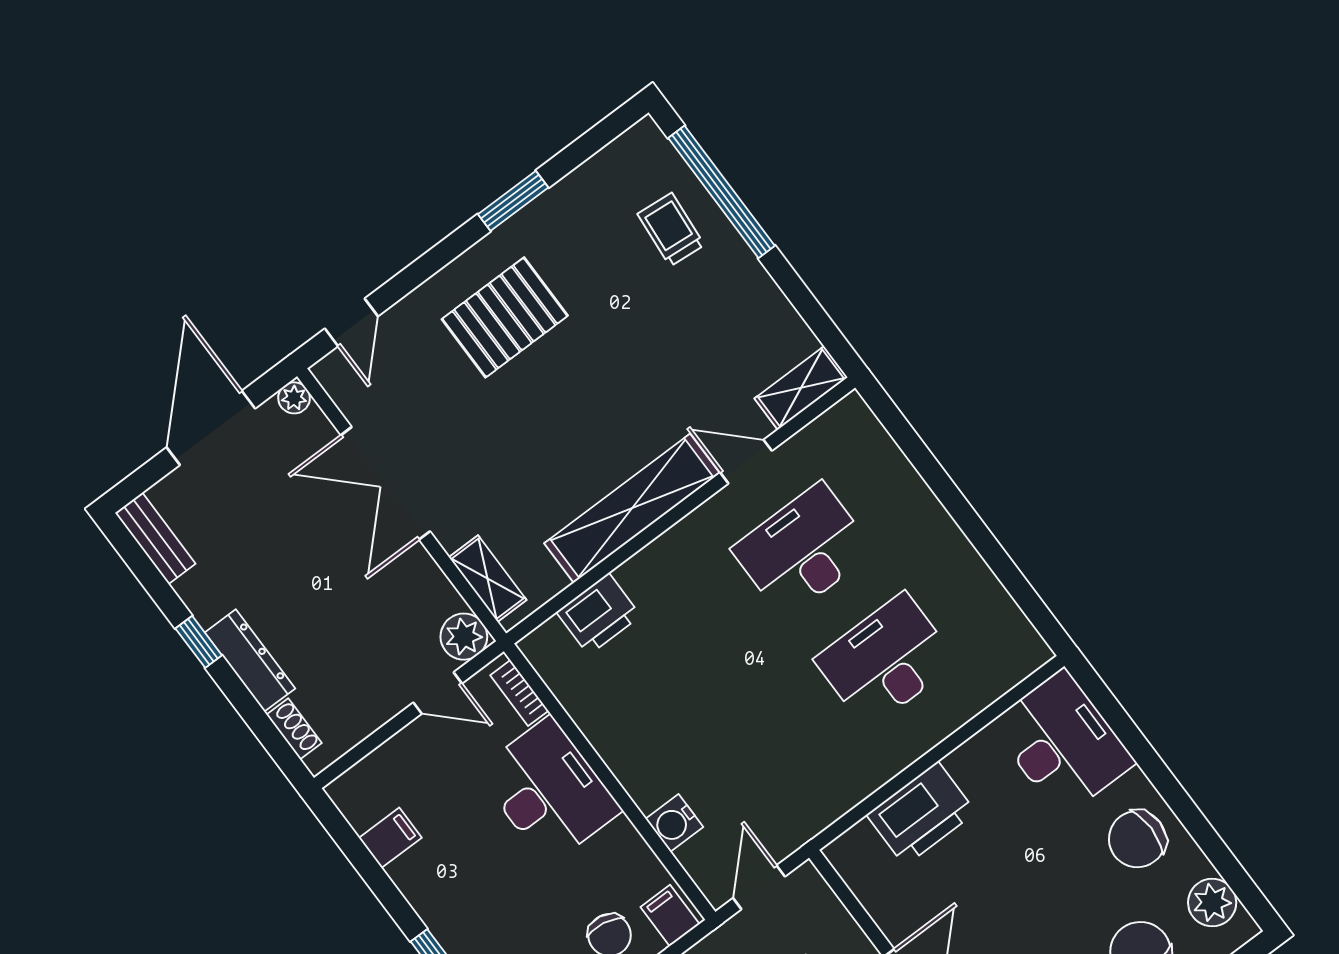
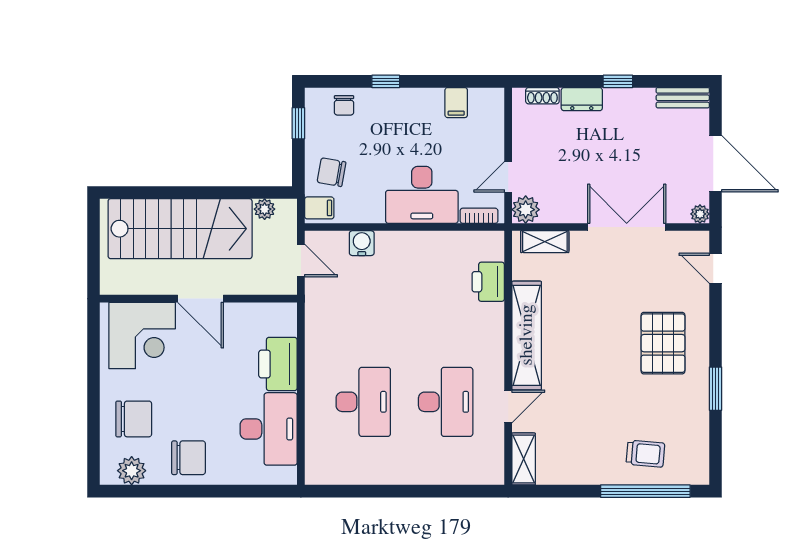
dresser: (250, 660) -> (582, 99), width x0.70
desk: (1063, 743) -> (269, 429), moved, turned -90
chair: (1137, 839) -> (189, 458), turned 90

